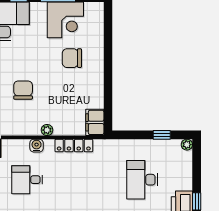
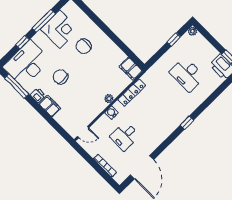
chair: (23, 90) -> (60, 77), moved

